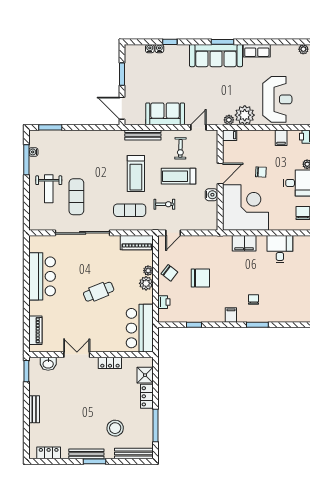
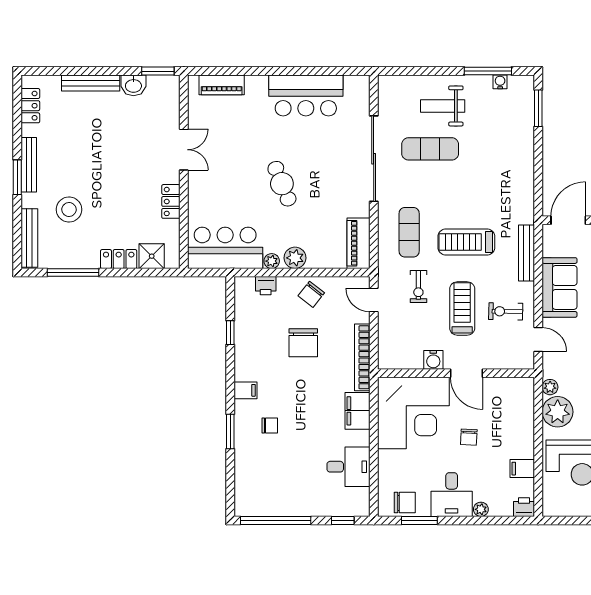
filing cabinet: (230, 135) -> (526, 388), removed
bookcase: (210, 240) -> (362, 357), added
plant: (148, 271) -> (272, 261), moved
washbasin: (48, 364) -> (133, 85), moved, turned -90
bench: (34, 409) -> (91, 83), width x1.36

